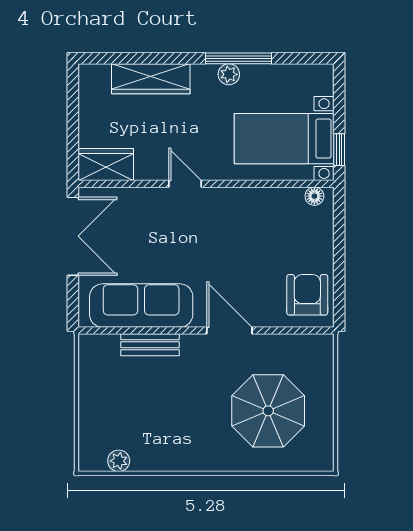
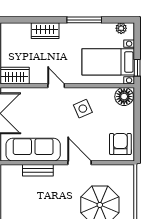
plant: (229, 74) -> (121, 28), moved
wardrobe: (151, 79) -> (45, 31), width x0.67
floor lamp: (314, 196) -> (124, 97), width x1.89, depth x1.89
side table: (236, 227) -> (83, 109), added

